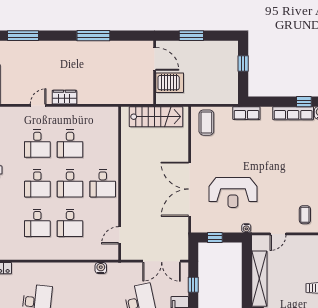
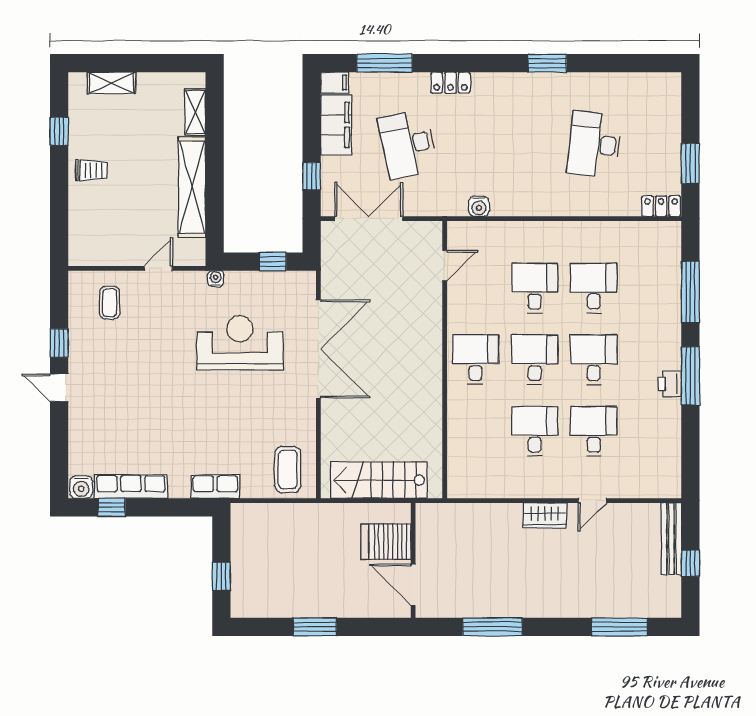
door: (155, 59) -> (413, 585), moved
wall: (155, 72) -> (413, 560), moved
server rack: (170, 83) -> (386, 542), moved

